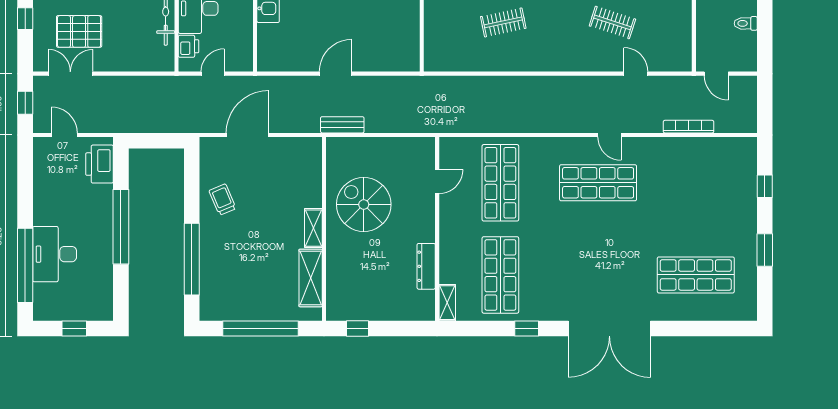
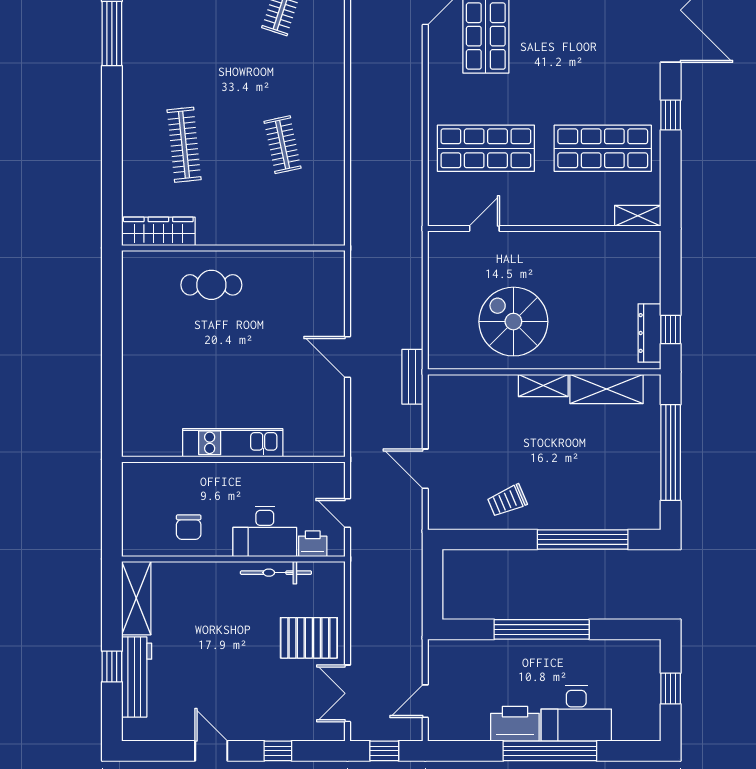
pallet: (79, 31) -> (309, 638), moved, turned 90
bench: (342, 125) -> (412, 377), moved
door: (248, 135) -> (425, 469), width x0.73
printer: (100, 164) -> (515, 724), moved, turned 180
door: (437, 182) -> (484, 229), hinge flipped
spiral stairs: (364, 204) -> (513, 322), turned 90
window: (25, 265) -> (550, 751), moved
dresser: (426, 266) -> (650, 333), moved, turned 90

